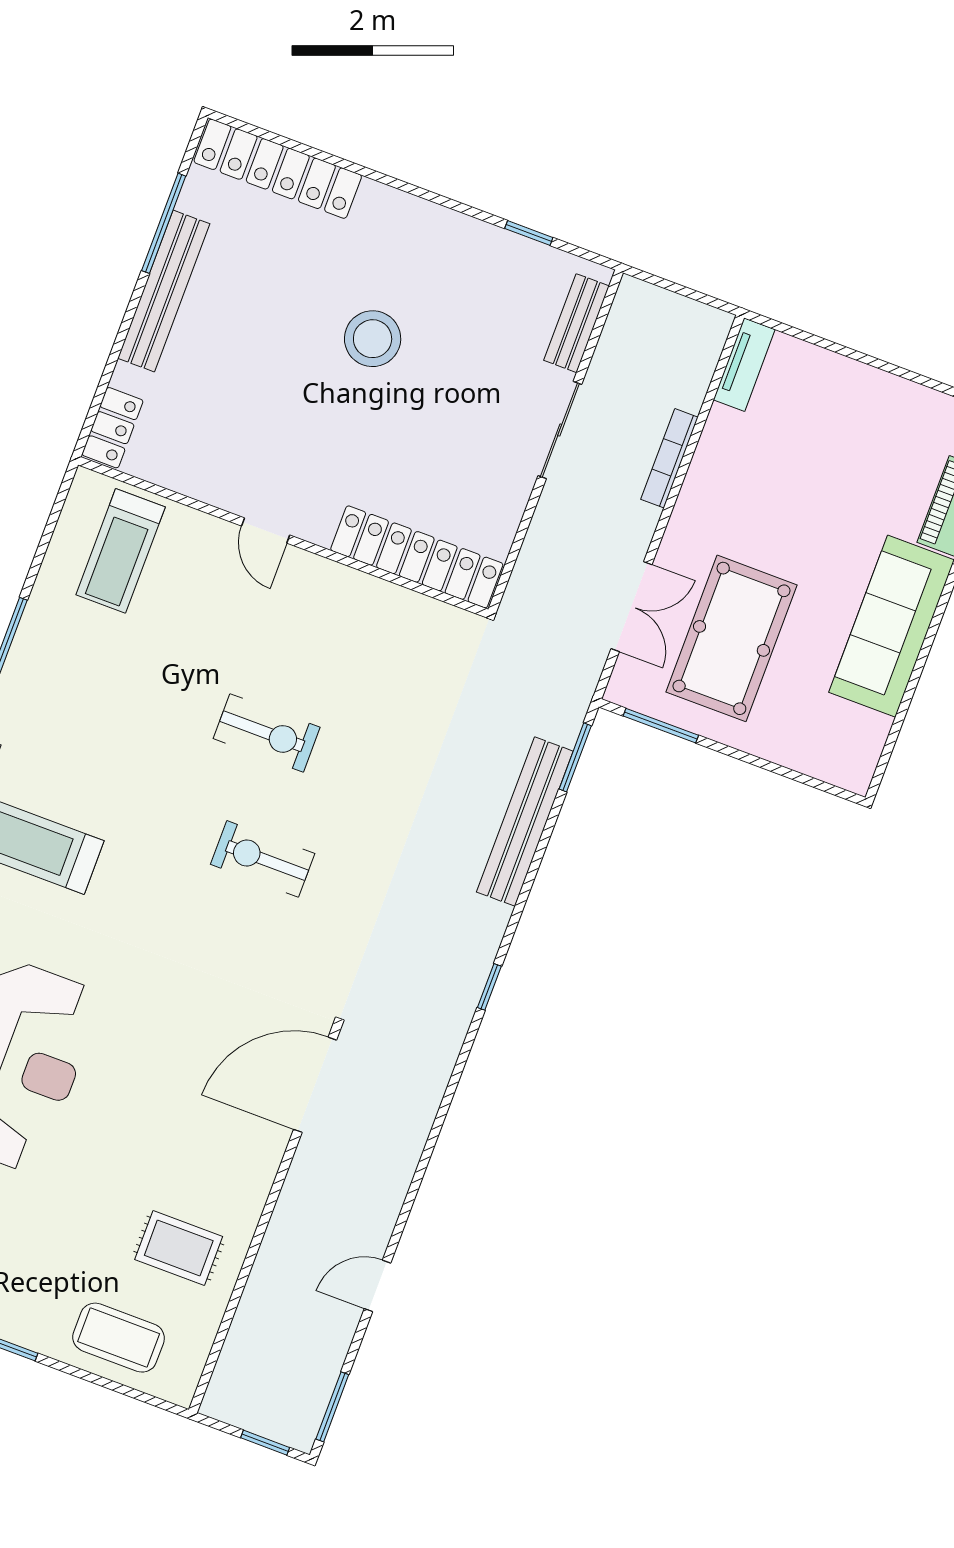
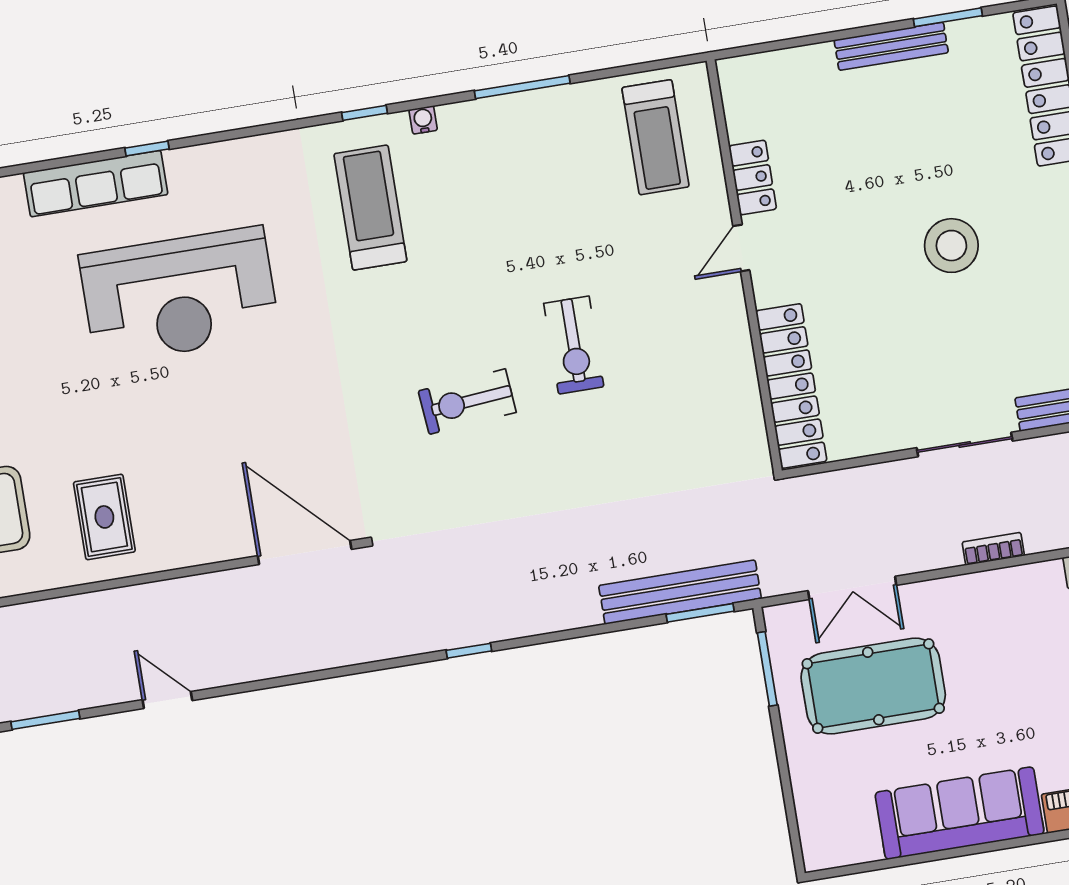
window: (164, 223) -> (948, 17), width x0.69
bench: (164, 291) -> (891, 46), width x0.73, depth x0.82
locker: (112, 428) -> (753, 178), moved, turned -90
bookcase: (669, 458) -> (993, 549), width x0.64
treadmill: (121, 551) -> (655, 137), turned -90
bench: (525, 822) -> (680, 592), moved
exercise bike: (263, 859) -> (467, 402), turned -95

